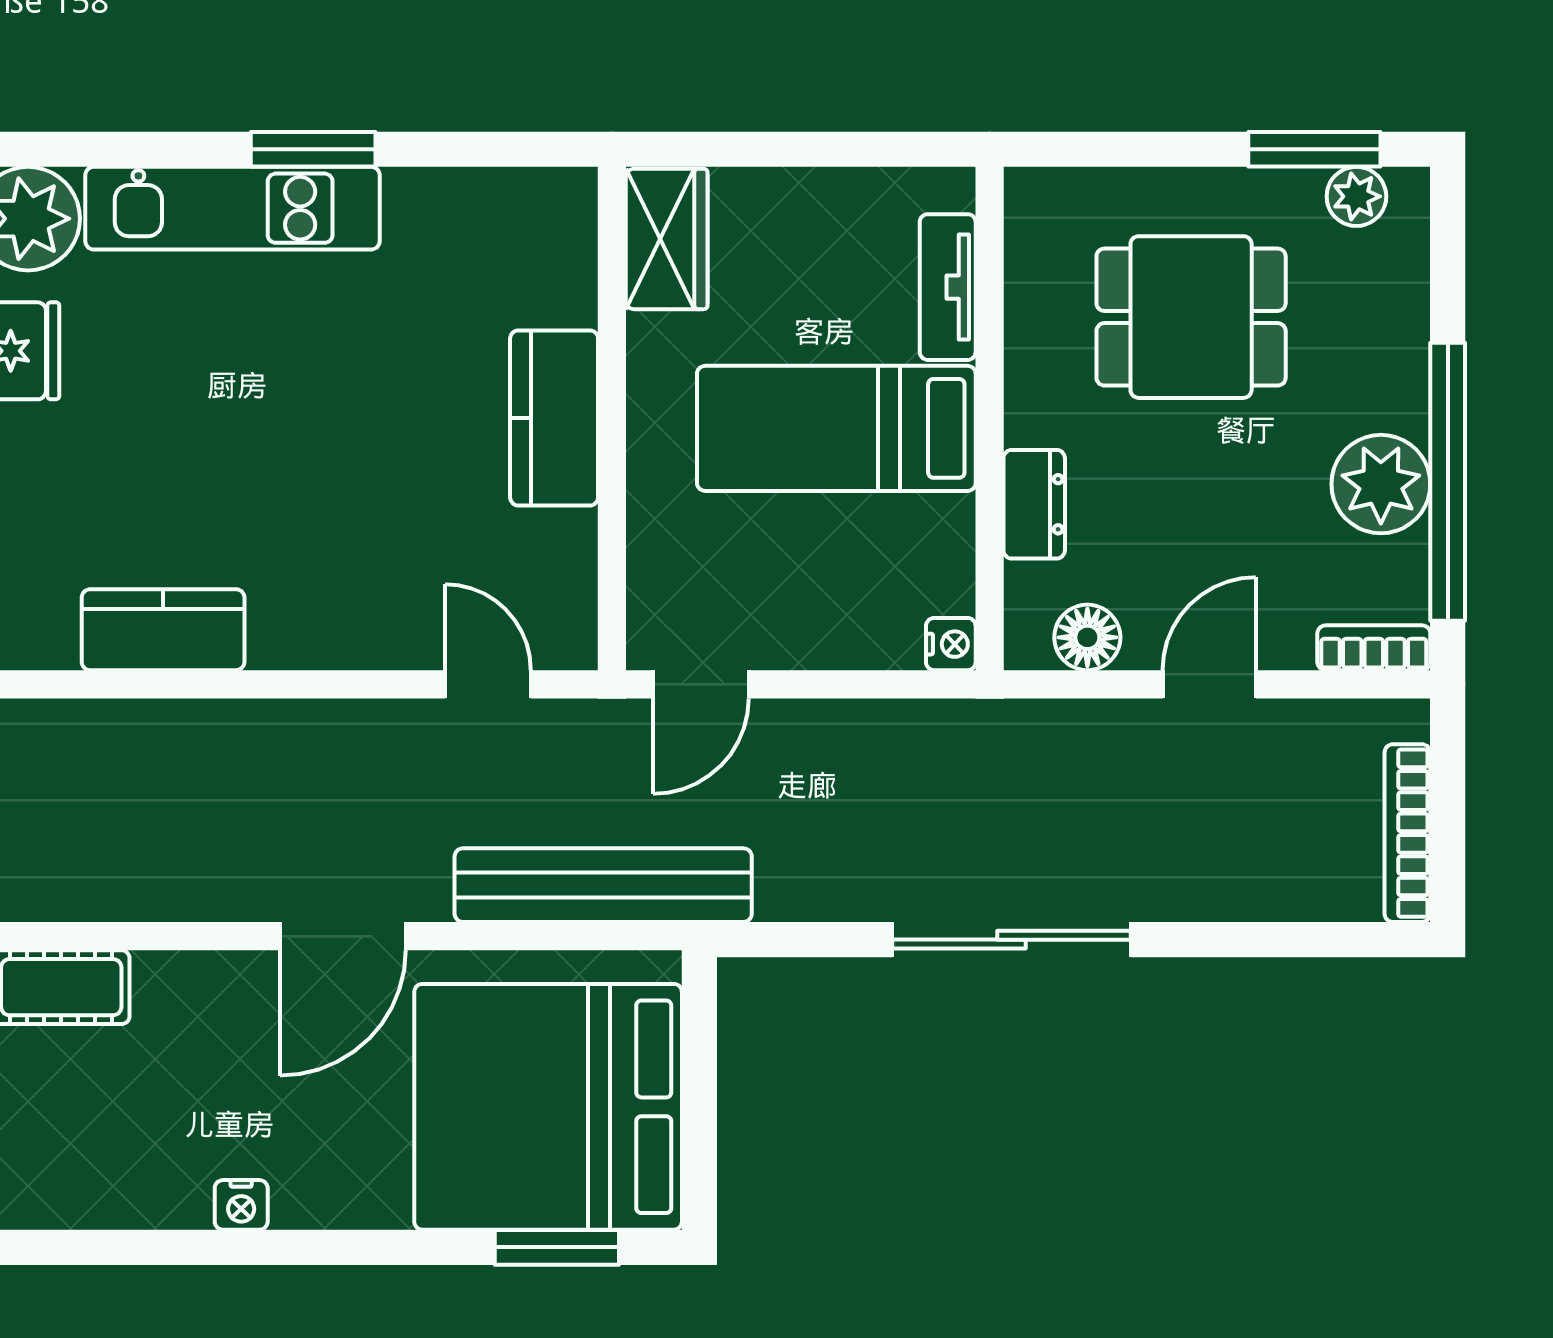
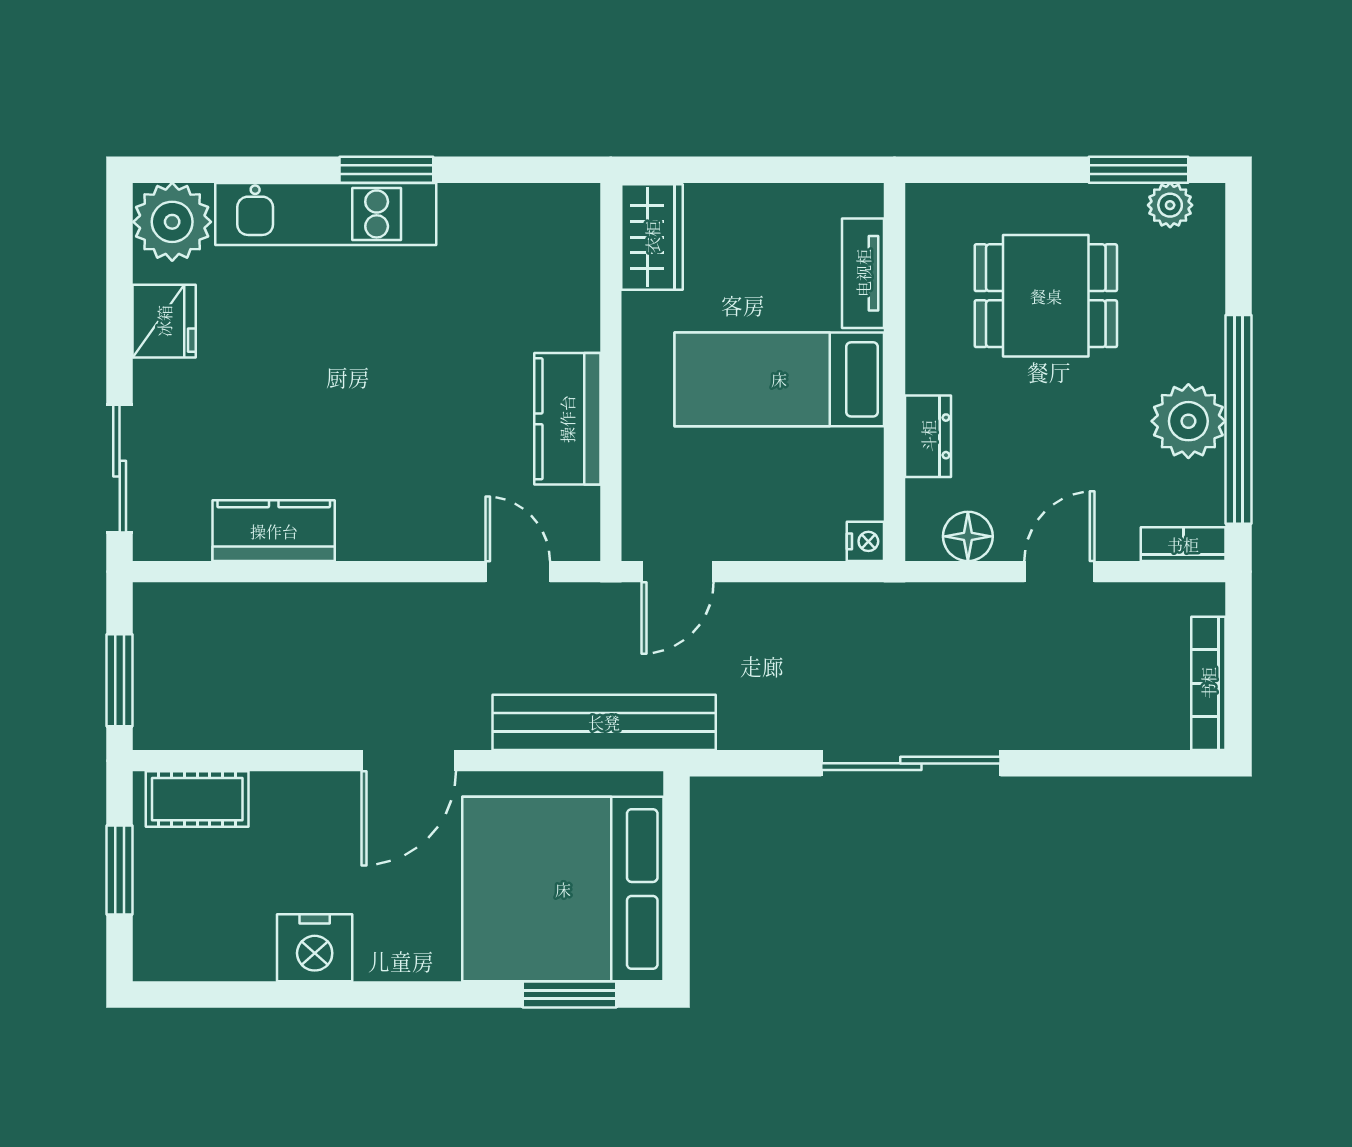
kitchen counter: (554, 418) -> (567, 419), moved
nightstand: (241, 1205) -> (315, 948), width x1.89, depth x1.79

